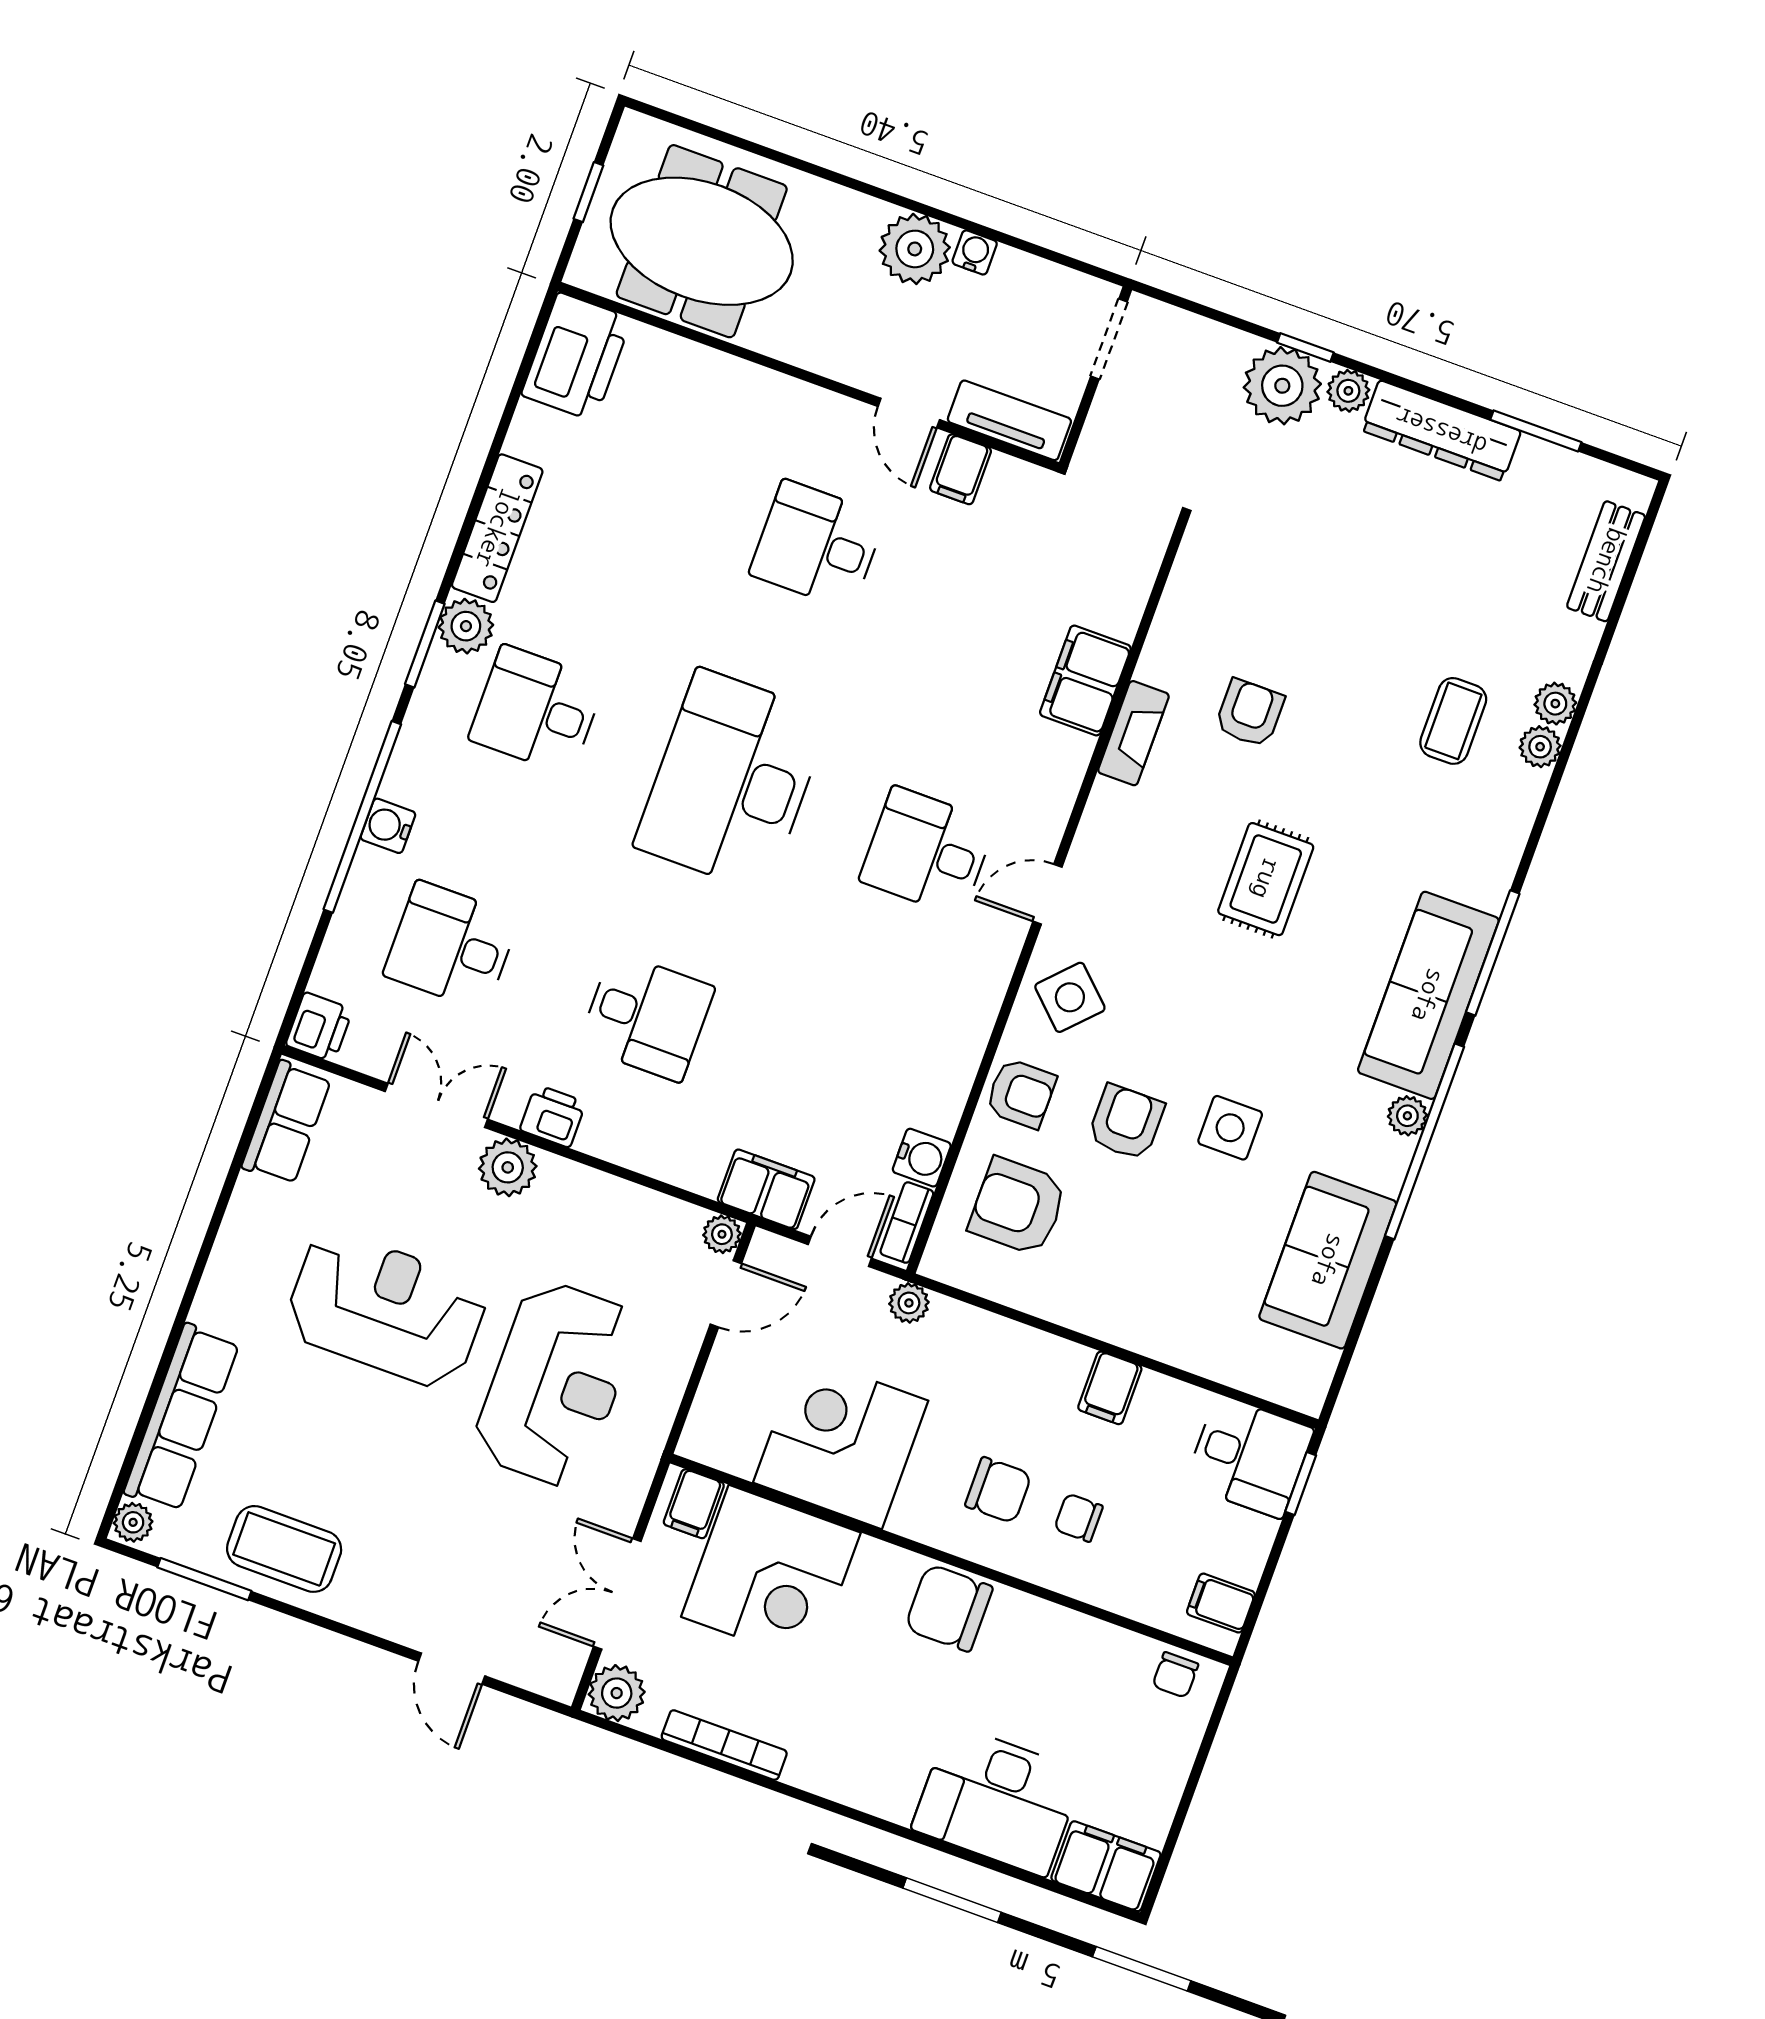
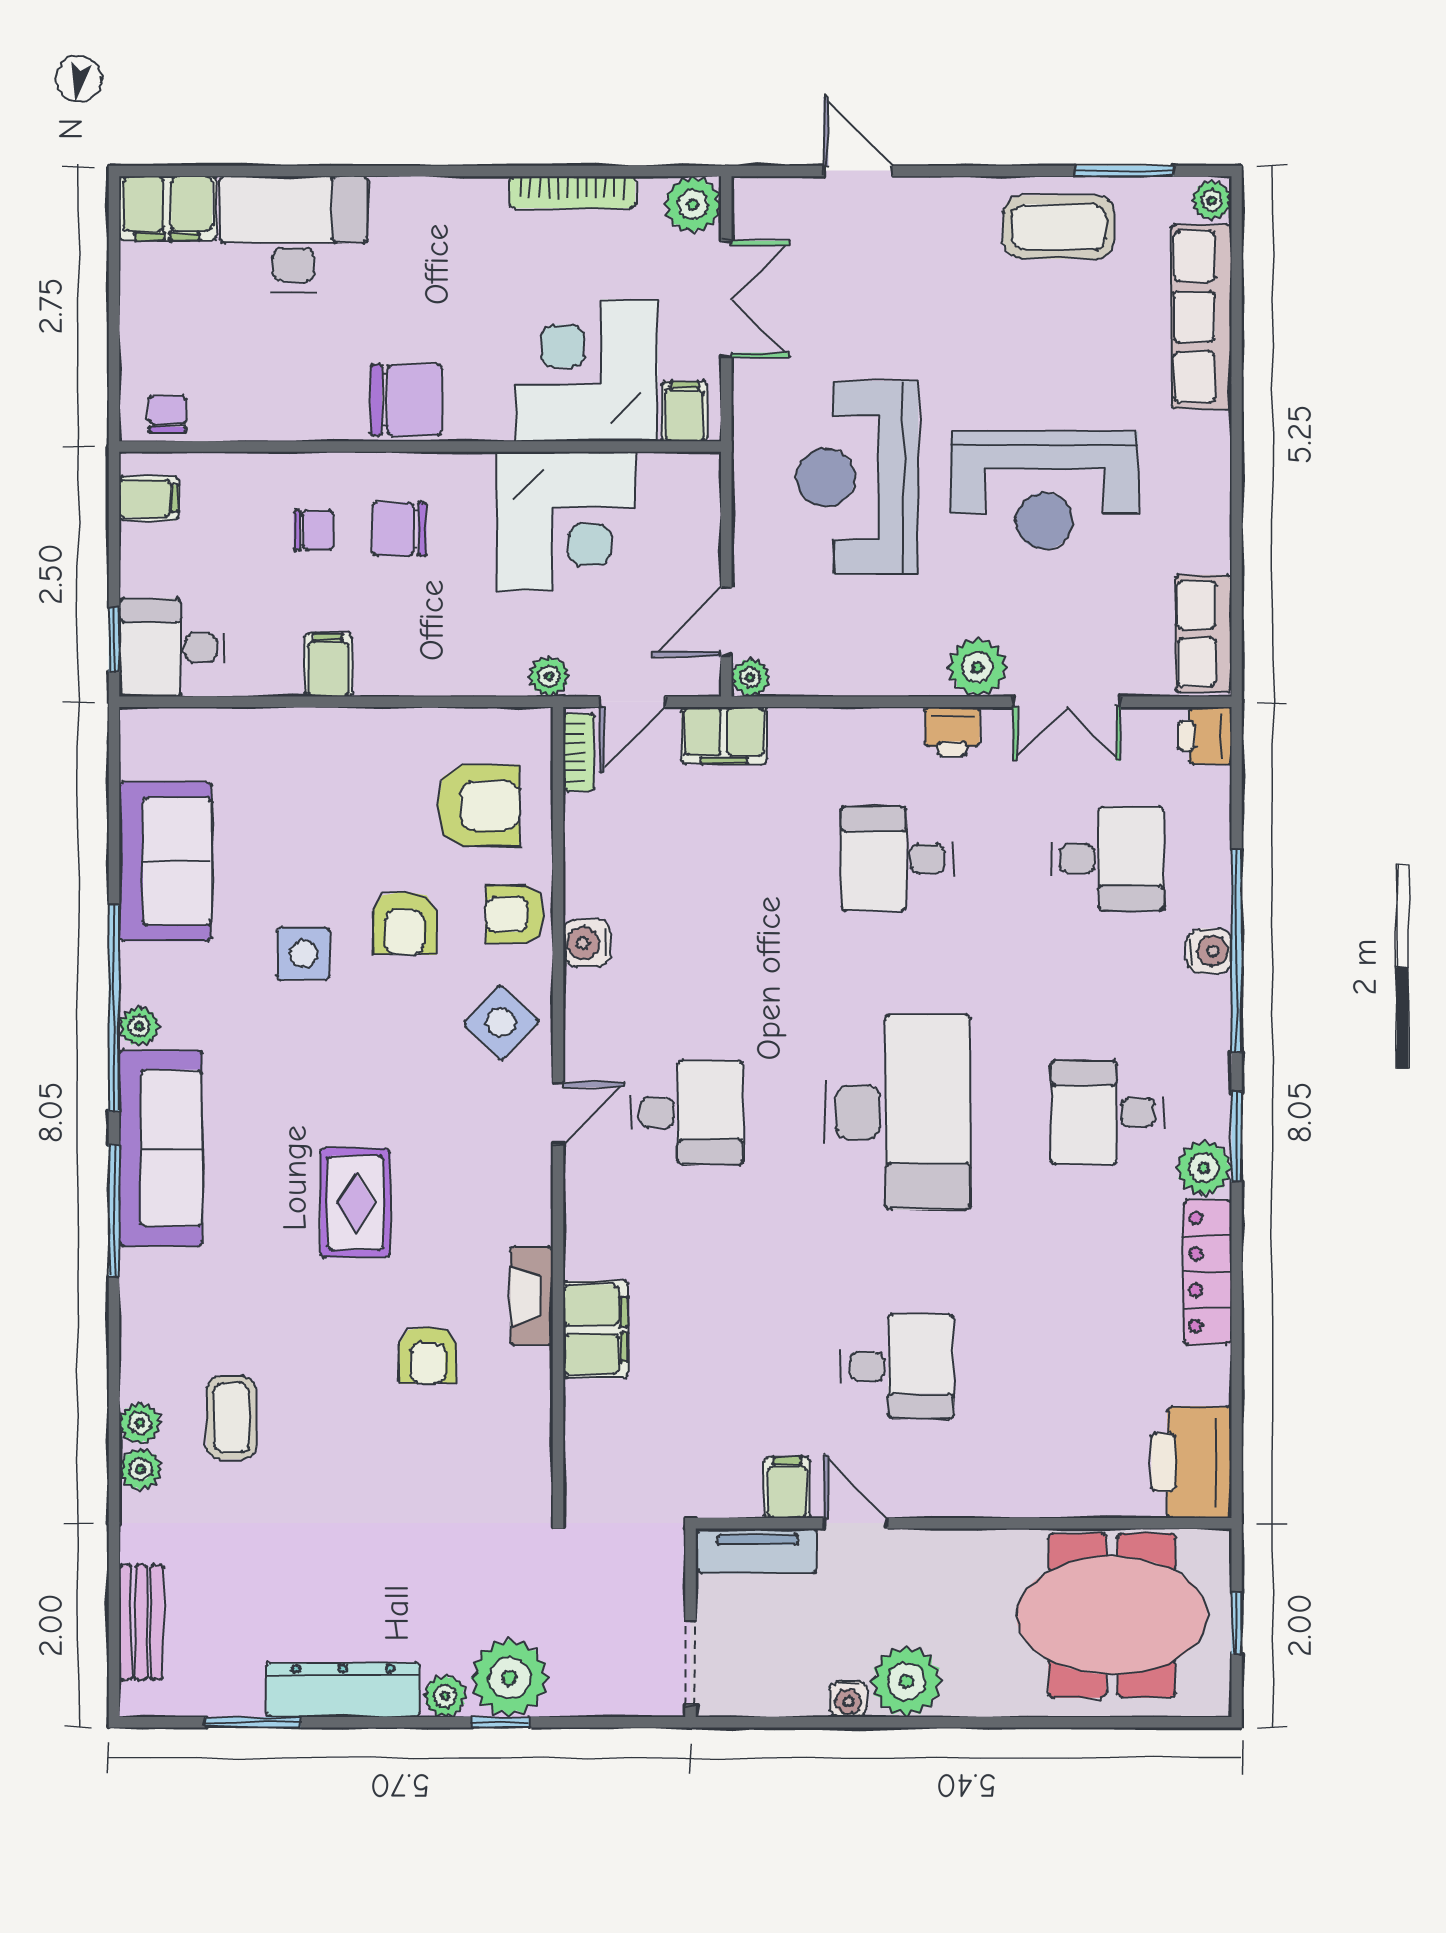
desk: (537, 710) -> (1108, 1112), turned 180
water cooler: (922, 1158) -> (587, 943), moved

